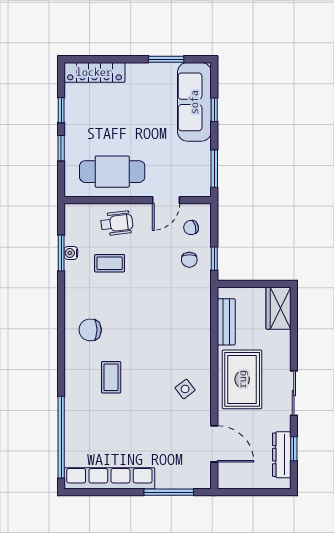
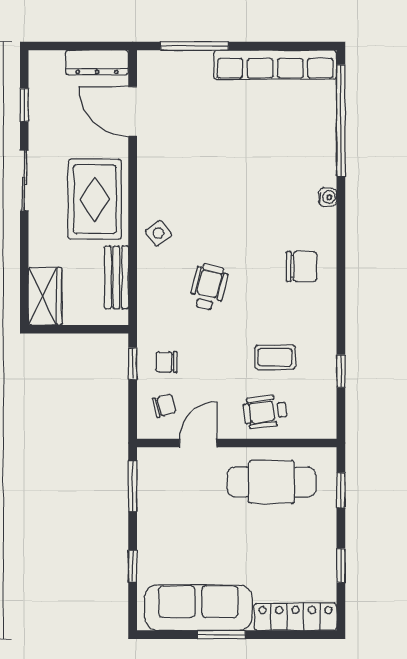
window: (166, 59) -> (221, 635), moved
sofa: (194, 102) -> (198, 608), moved, turned -90
window: (61, 148) -> (341, 490), moved
window: (61, 253) -> (341, 371), width x0.67
water cooler: (71, 253) -> (328, 197), moved
chair: (189, 260) -> (167, 362), turned -90
wheelchair: (158, 315) -> (209, 287), added
coffee table: (111, 377) -> (273, 202), removed
side table: (185, 389) -> (158, 233), moved
dresser: (282, 455) -> (97, 62), moved, turned 90

